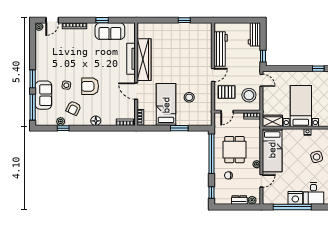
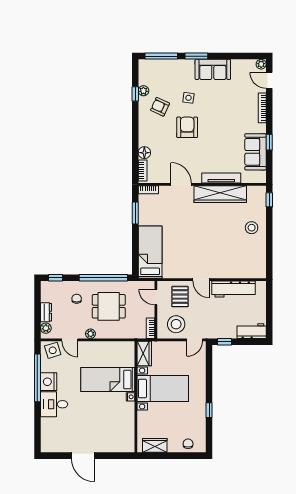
window: (184, 20) -> (269, 200), moved
door: (136, 91) -> (181, 184), hinge flipped
sofa: (43, 95) -> (213, 69), moved
stool: (189, 97) -> (252, 228), moved
bed: (166, 105) -> (150, 252), moved, turned -90
floor lamp: (96, 121) -> (144, 153), moved
window: (179, 128) -> (135, 213), moved
bed: (272, 150) -> (108, 380), moved
side table: (317, 157) -> (53, 350), moved

